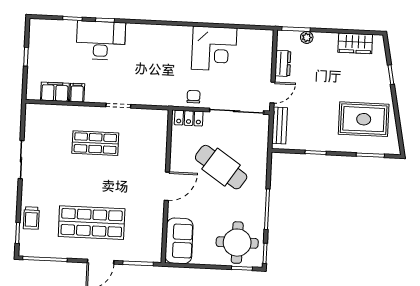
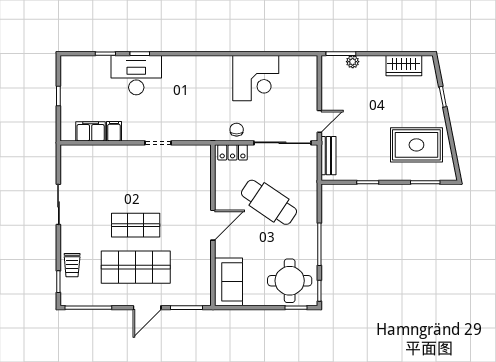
dresser: (283, 63) -> (329, 90), removed
shop shelf: (95, 143) -> (136, 225), moved

